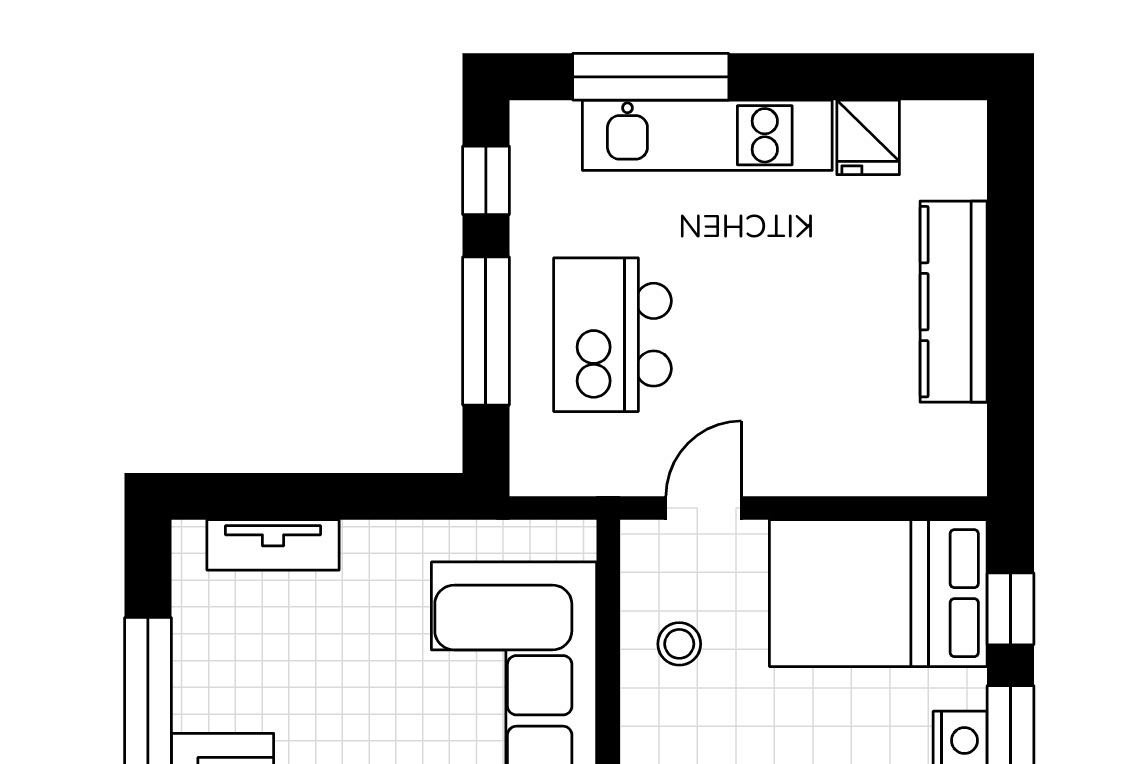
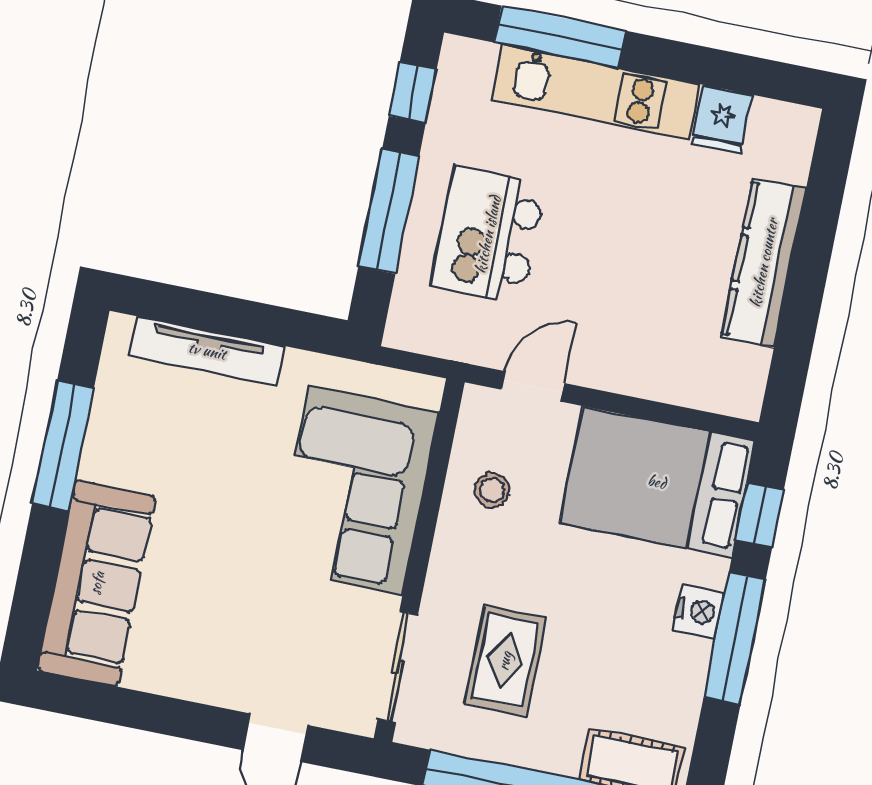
tv unit: (273, 545) -> (207, 351), width x1.41

